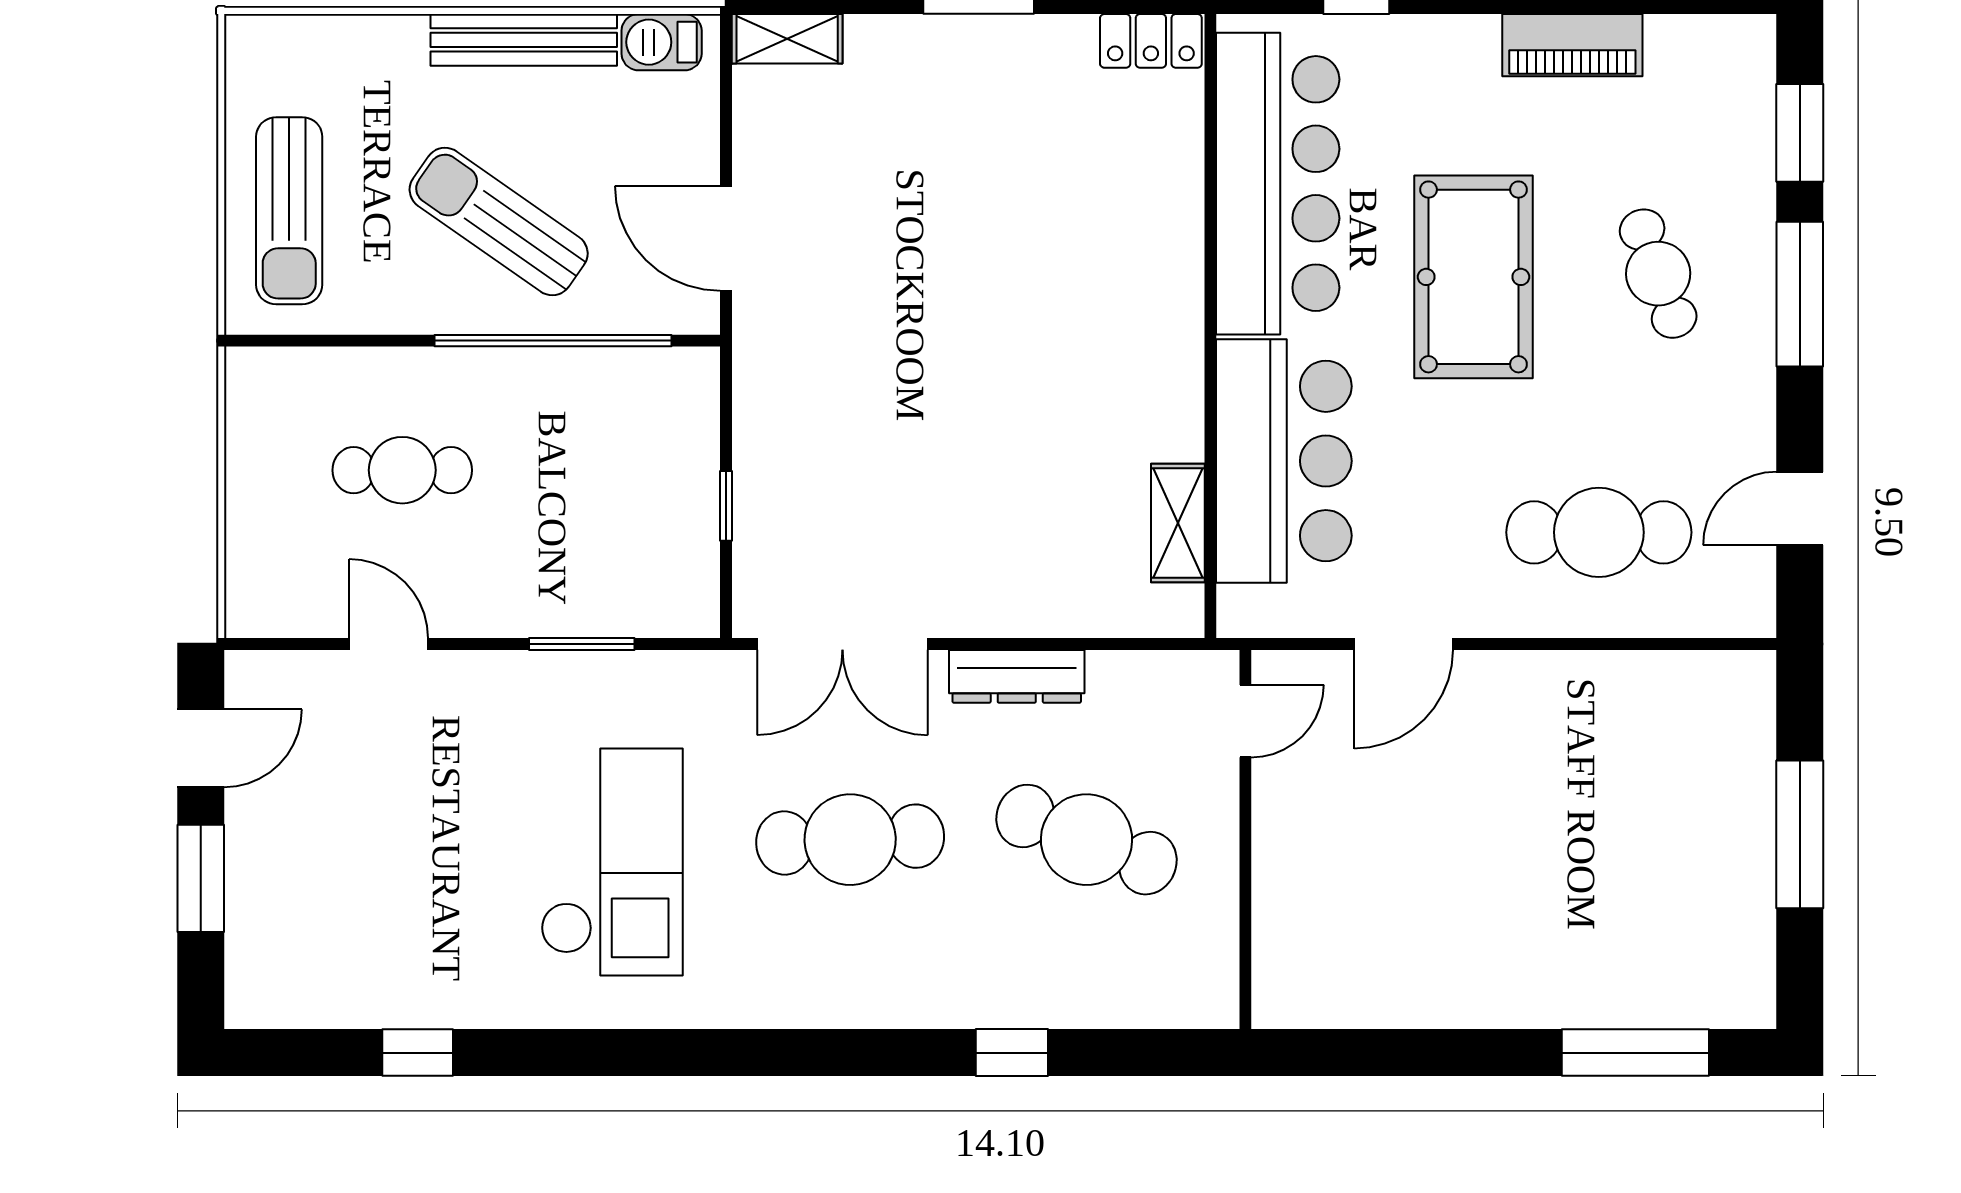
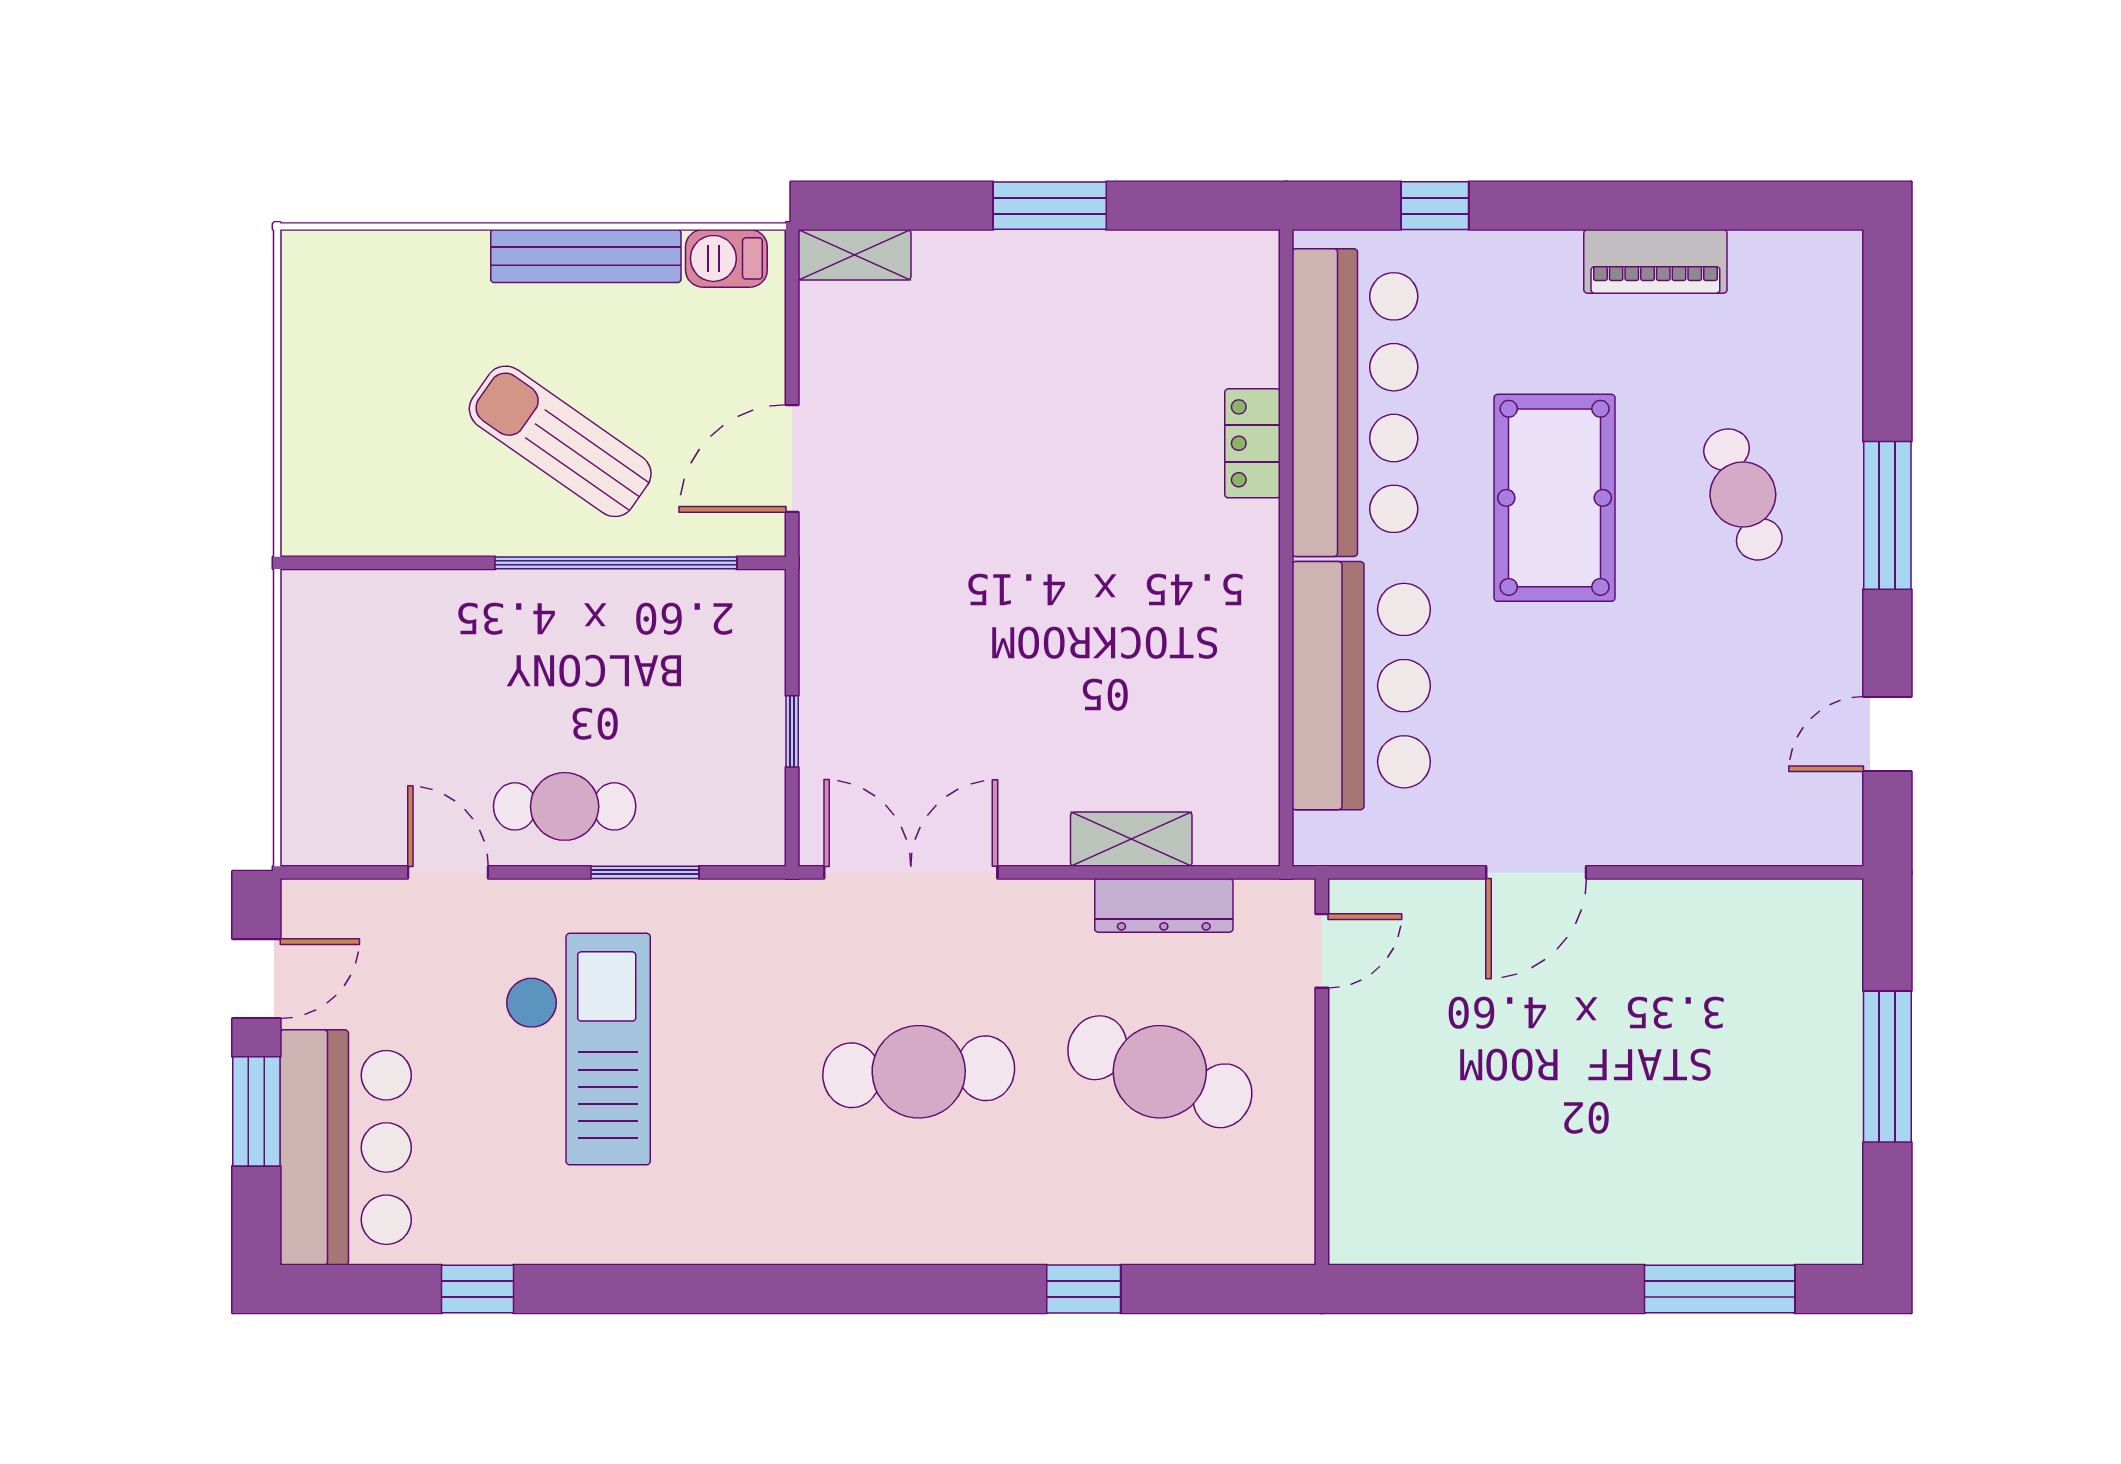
locker: (1151, 41) -> (1253, 443), moved, turned 90
window: (1800, 133) -> (1887, 351), removed
sun lounger: (289, 211) -> (347, 430), removed
door: (726, 238) -> (792, 459), hinge flipped
cafe table: (402, 470) -> (565, 806), moved
shelving: (1178, 523) -> (1131, 839), moved, turned 90
cafe table: (1599, 532) -> (1682, 758), removed
double door: (842, 644) -> (911, 872), swing flipped
door: (1404, 644) -> (1536, 872), moved
dresser: (1017, 676) -> (1164, 905), moved
checkout: (612, 862) -> (578, 1049), moved
bar counter: (288, 914) -> (346, 1147), added

